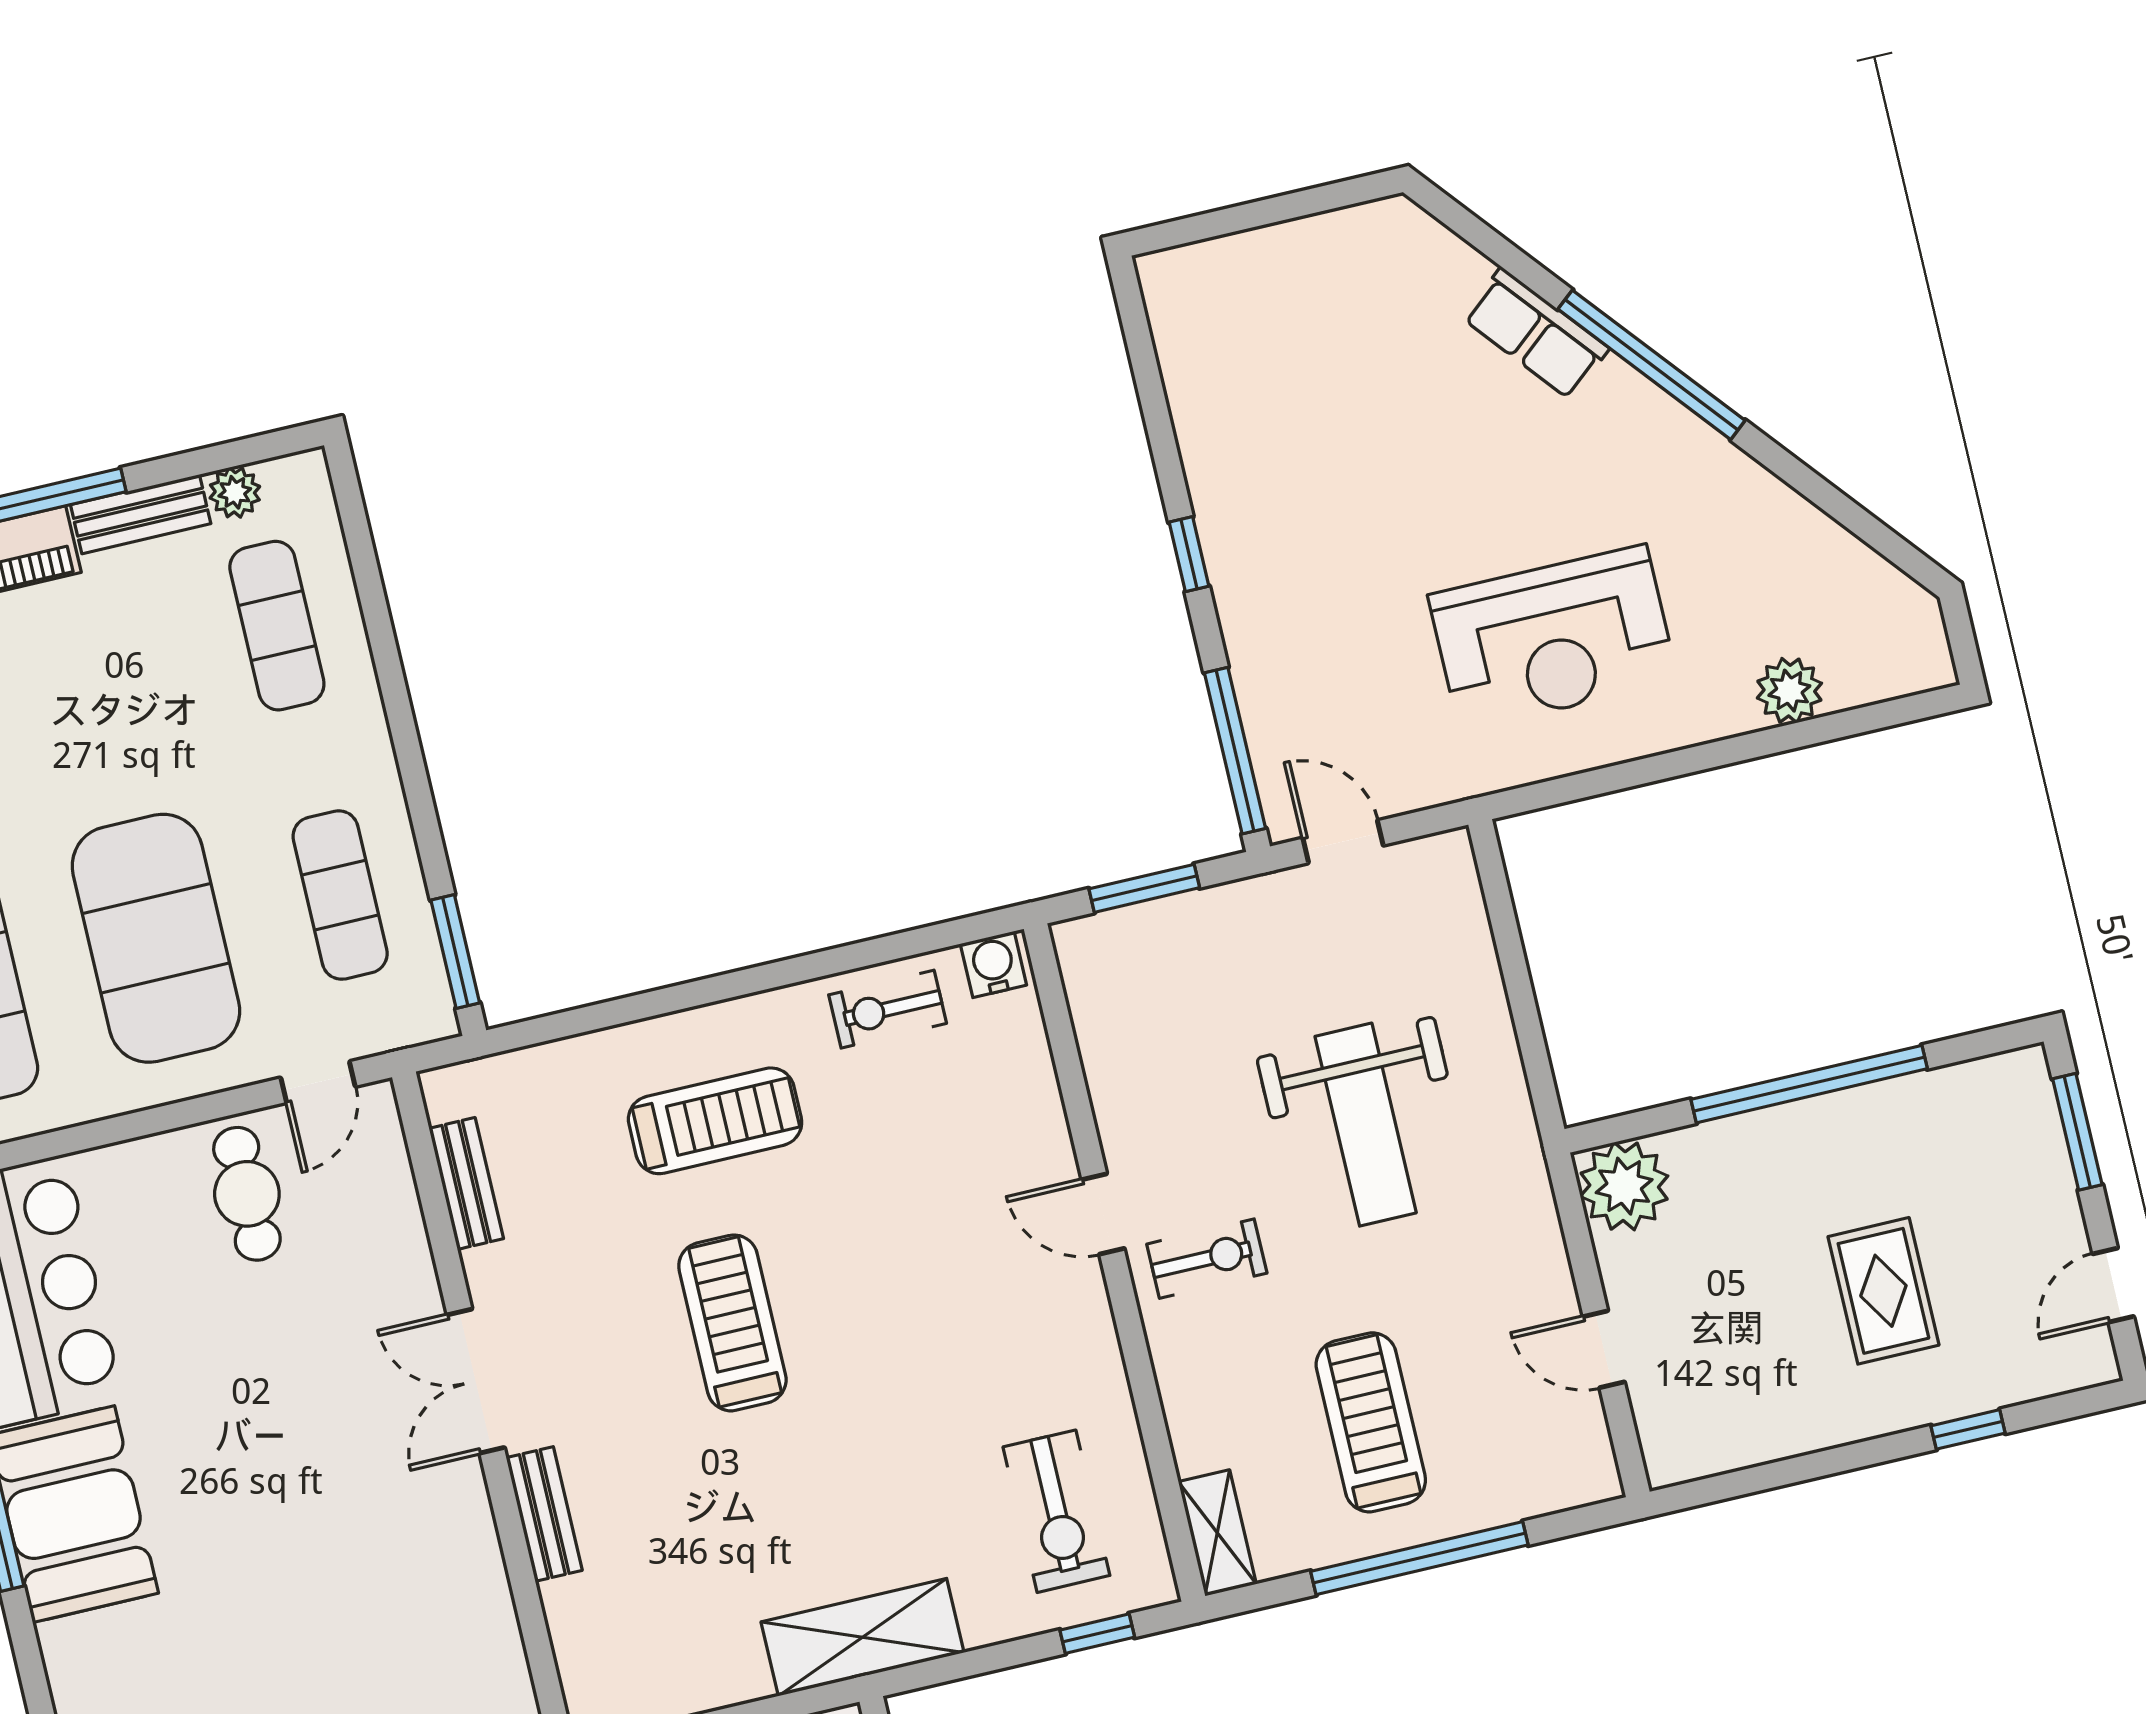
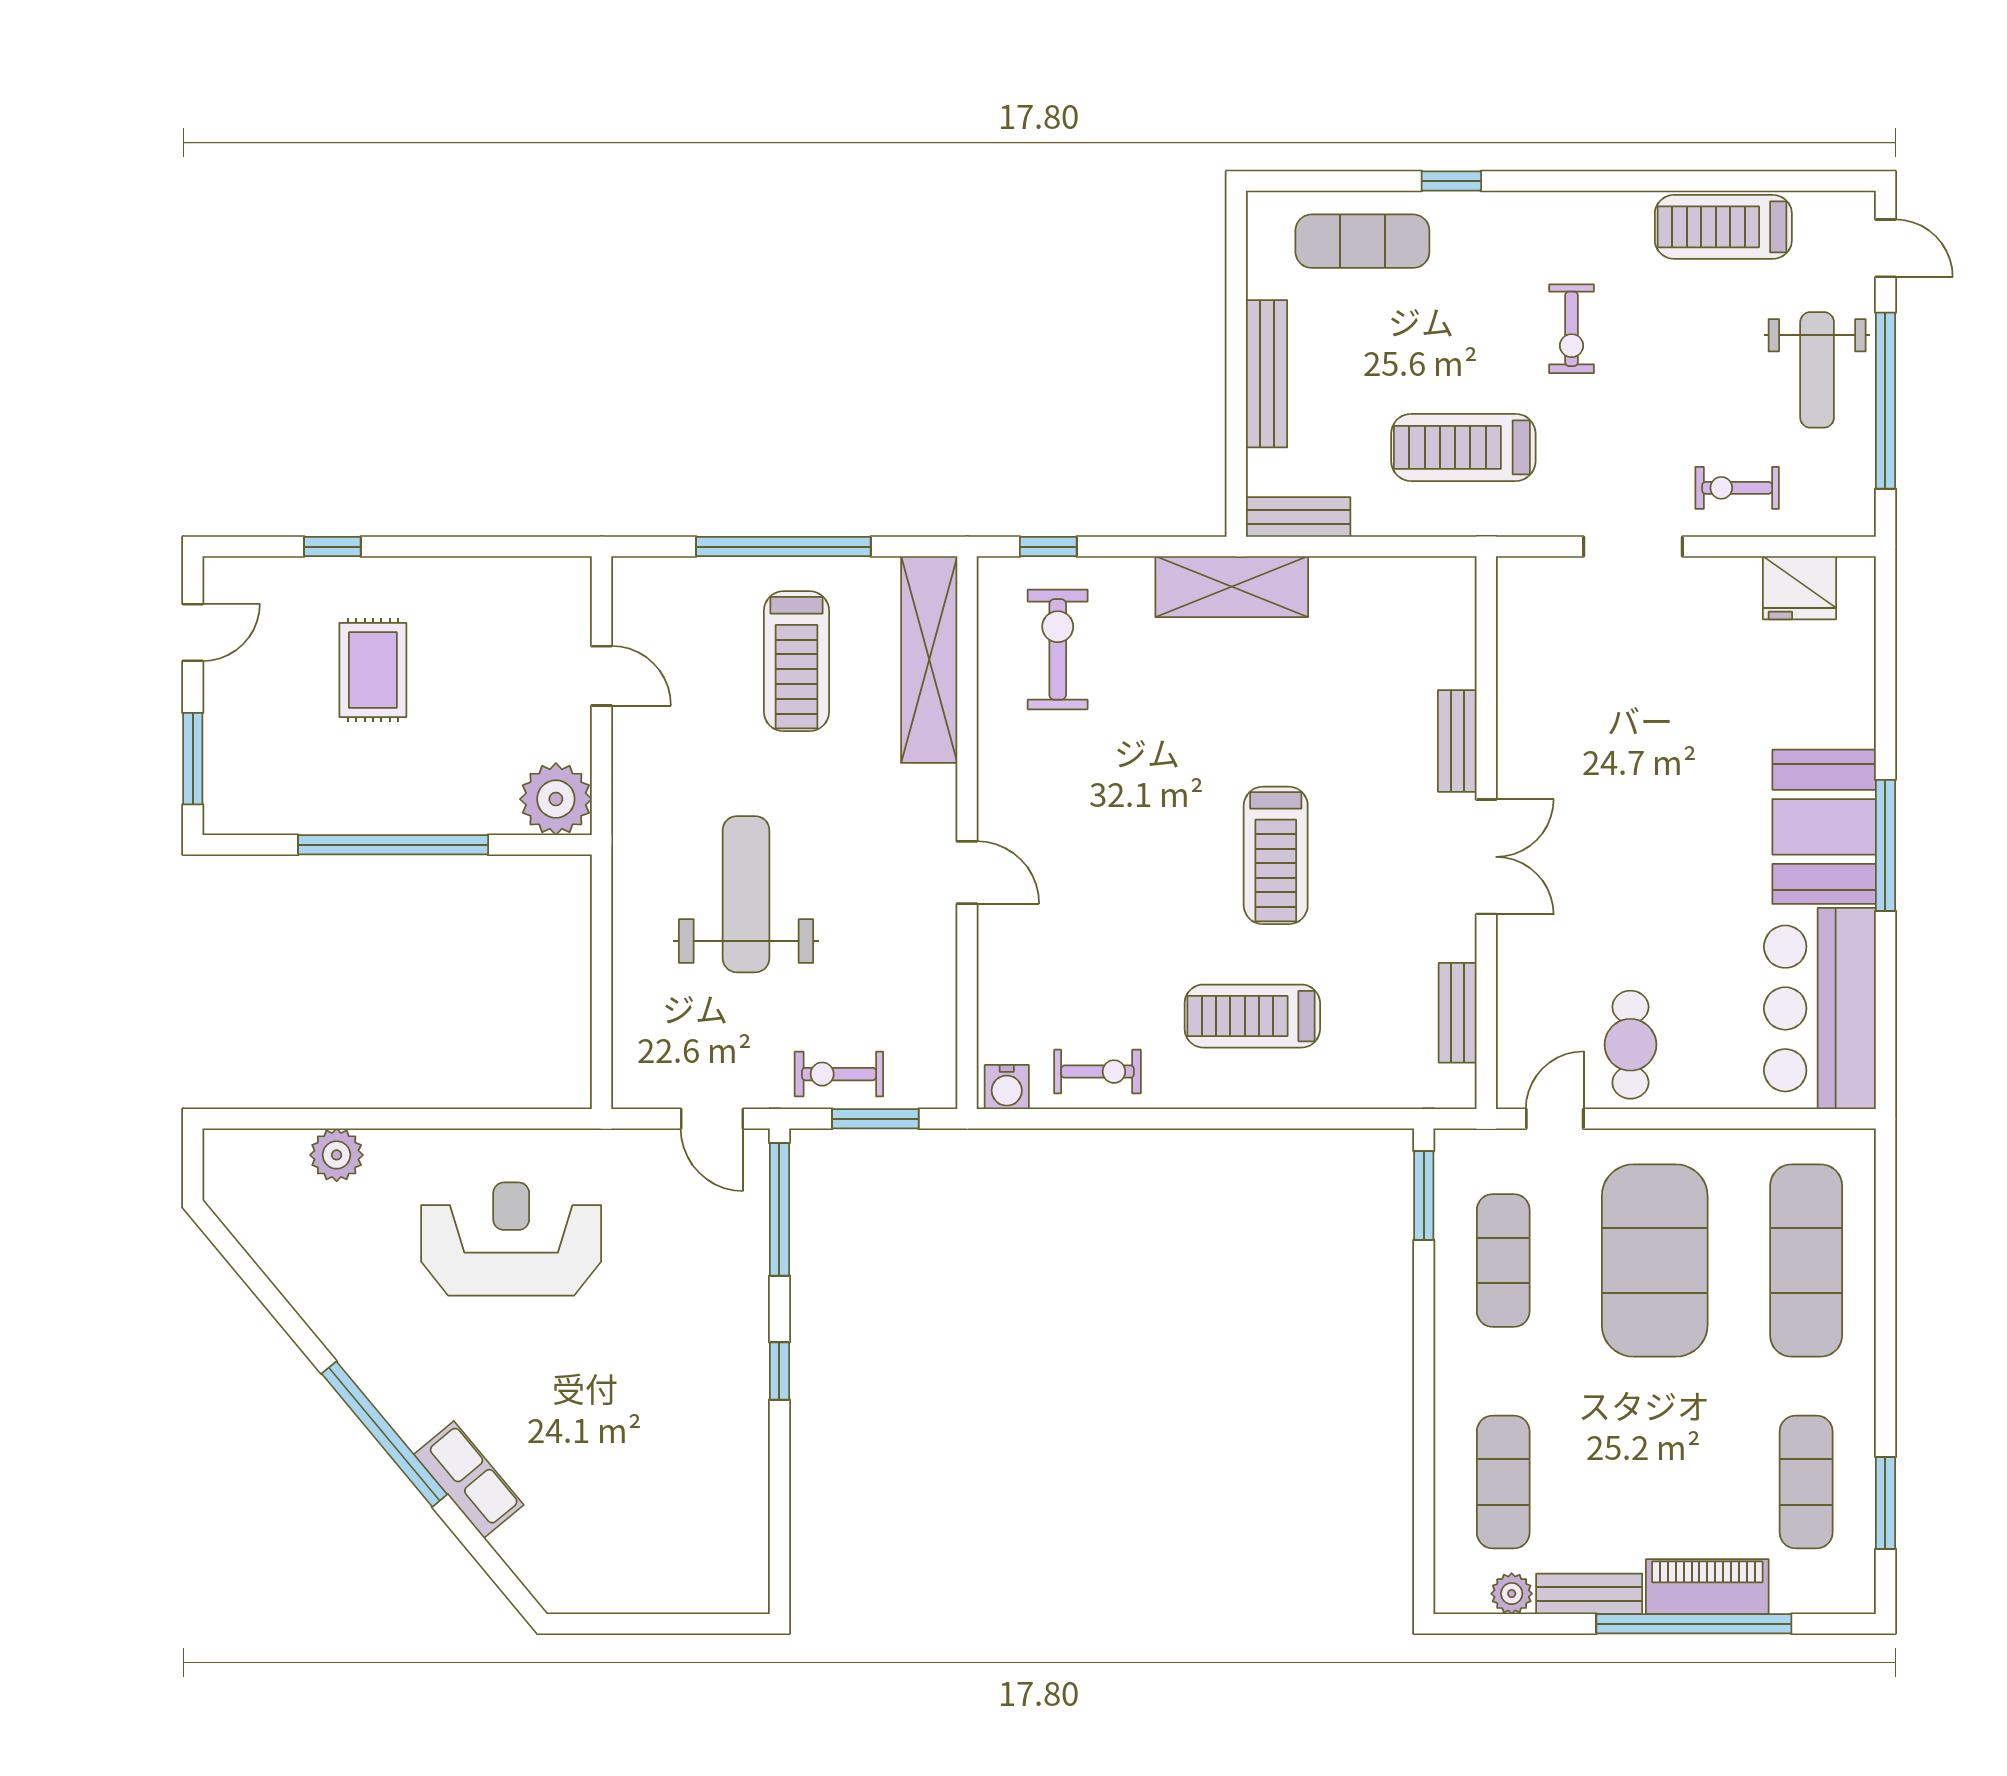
exercise bike: (1207, 1259) -> (839, 1074), moved
shelving: (1217, 1533) -> (929, 660), width x2.20, depth x1.33

